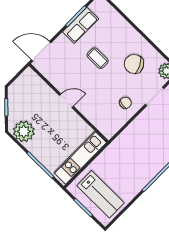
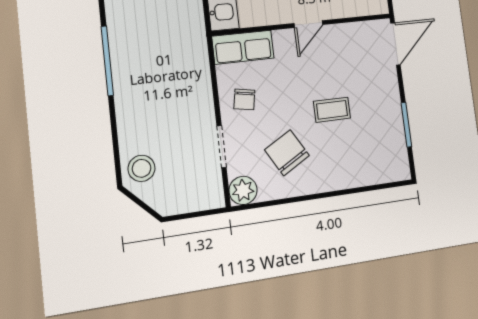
row of seats: (81, 25) -> (243, 47), moved, turned -90
chair: (134, 64) -> (287, 153), turned -93

